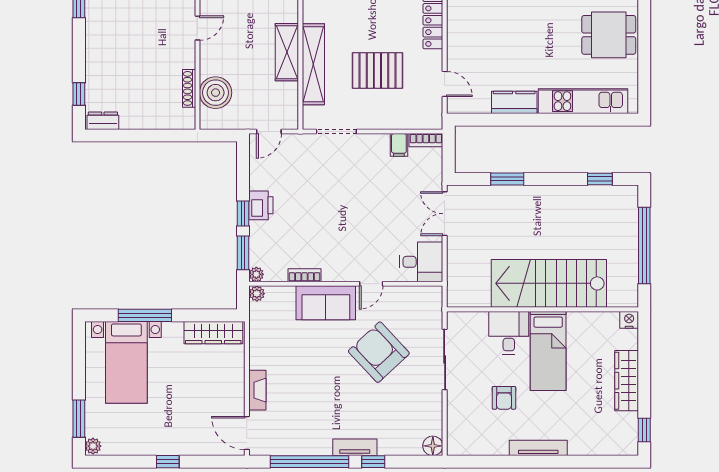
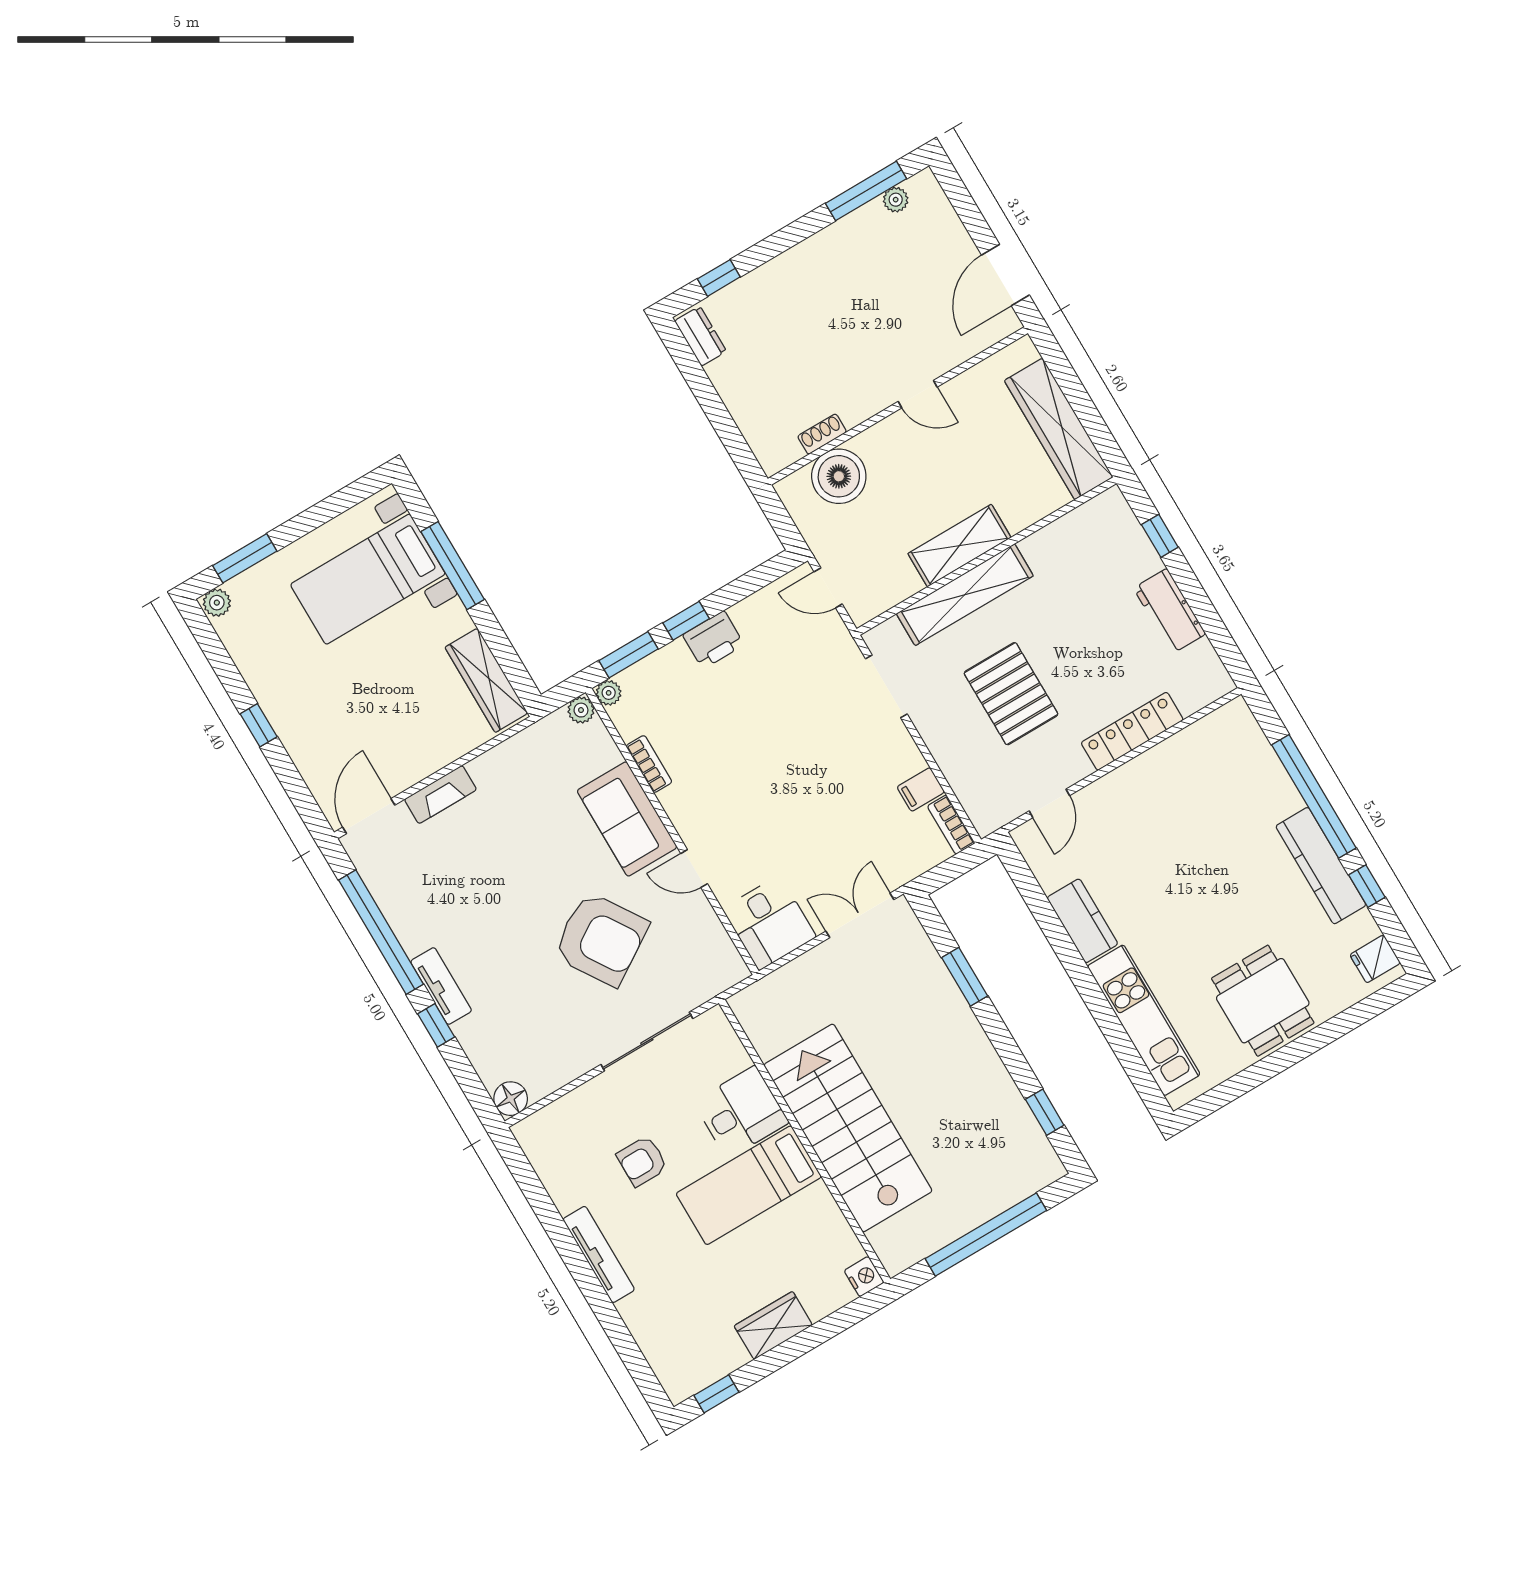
shoe rack: (189, 88) -> (822, 434), width x0.70
armchair: (379, 352) -> (601, 939), turned 100
wardrobe: (627, 381) -> (773, 1326), width x0.67

